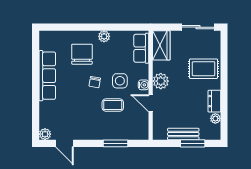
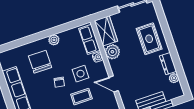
rug: (204, 69) -> (149, 39), turned 90
plant: (161, 81) -> (112, 52), moved
water cooler: (144, 85) -> (98, 57), moved

